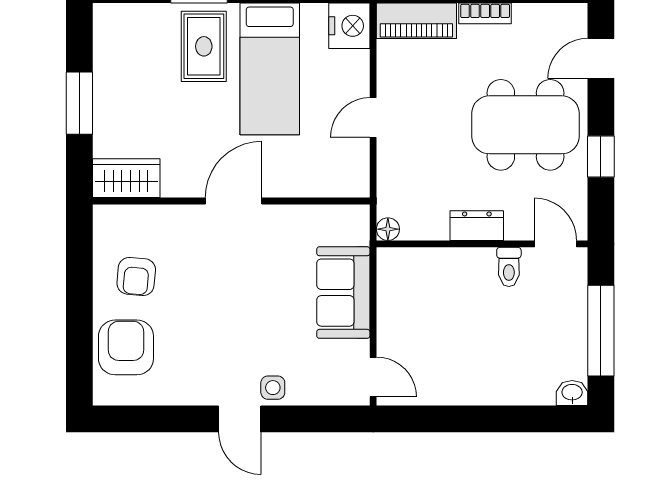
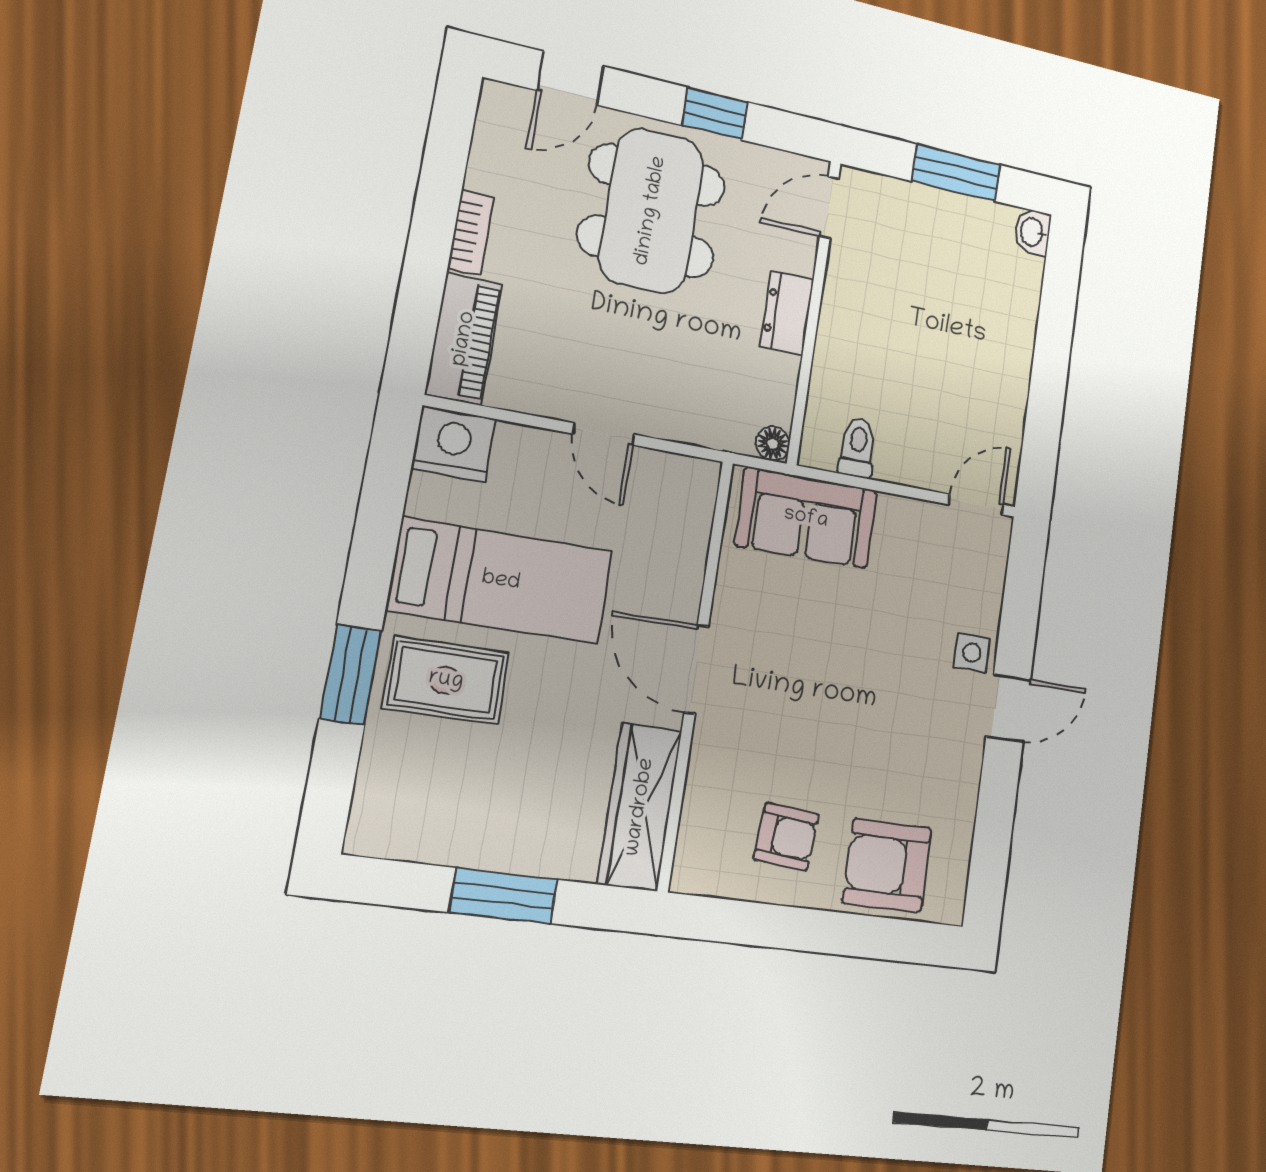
door: (601, 58) -> (570, 78), hinge flipped
wardrobe: (126, 178) -> (640, 807), width x1.50
toilet: (509, 267) -> (858, 448), moved, turned -90
sofa: (343, 293) -> (806, 518), moved
window: (601, 331) -> (956, 173), width x0.69

